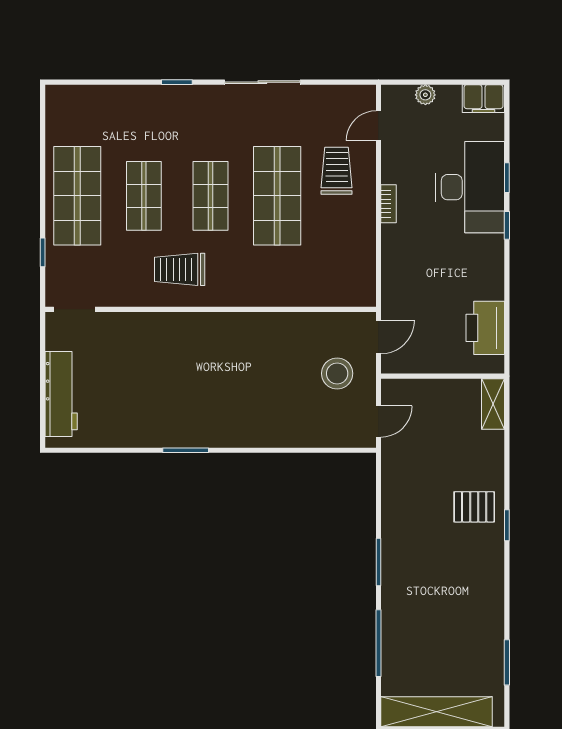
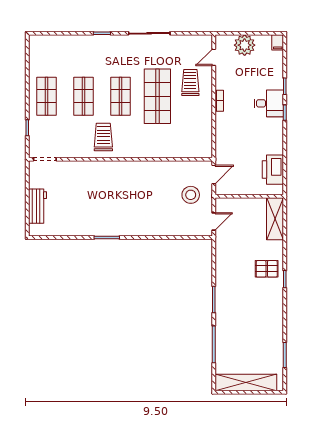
plant: (425, 95) -> (245, 45), width x1.88, depth x1.88
filing cabinet: (483, 99) -> (278, 42), width x0.50
desk: (470, 187) -> (269, 103), width x0.53, depth x0.77
shop shelf: (77, 196) -> (47, 96), width x0.70, depth x0.74
trolley: (180, 269) -> (103, 137), turned 90
workbench: (61, 394) -> (38, 206), width x0.73
shelving: (493, 404) -> (275, 219), width x1.50, depth x1.33

